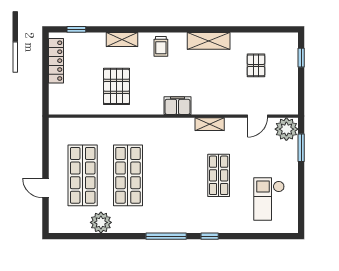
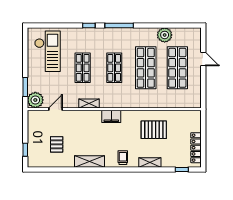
pallet: (116, 86) -> (154, 130), turned 90
shop shelf: (173, 175) -> (114, 68), added
checkout: (269, 199) -> (47, 51), width x1.36, depth x1.21

